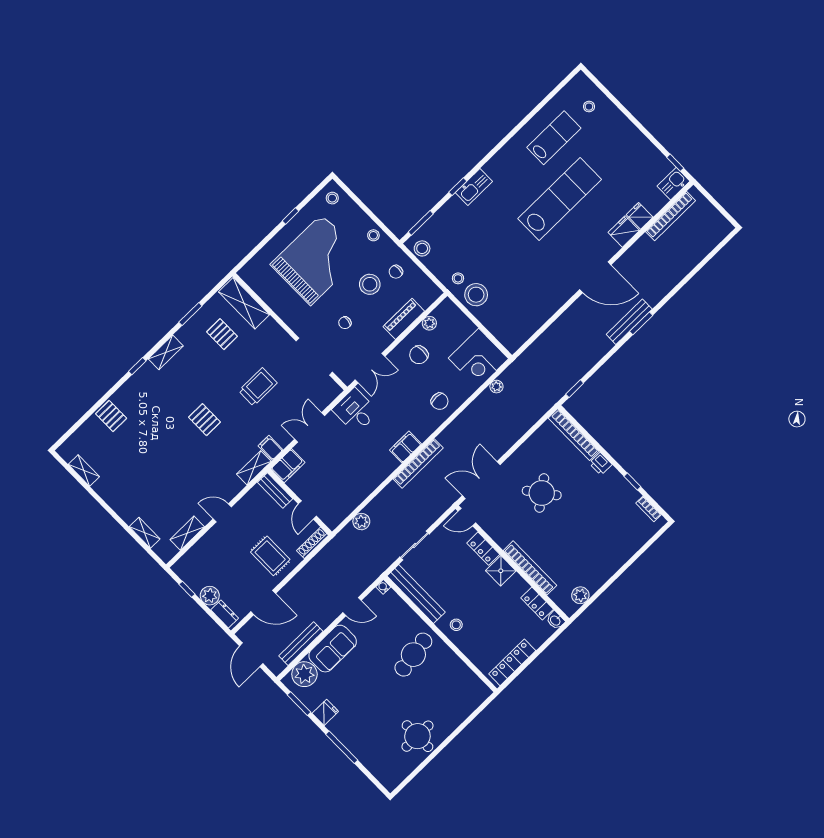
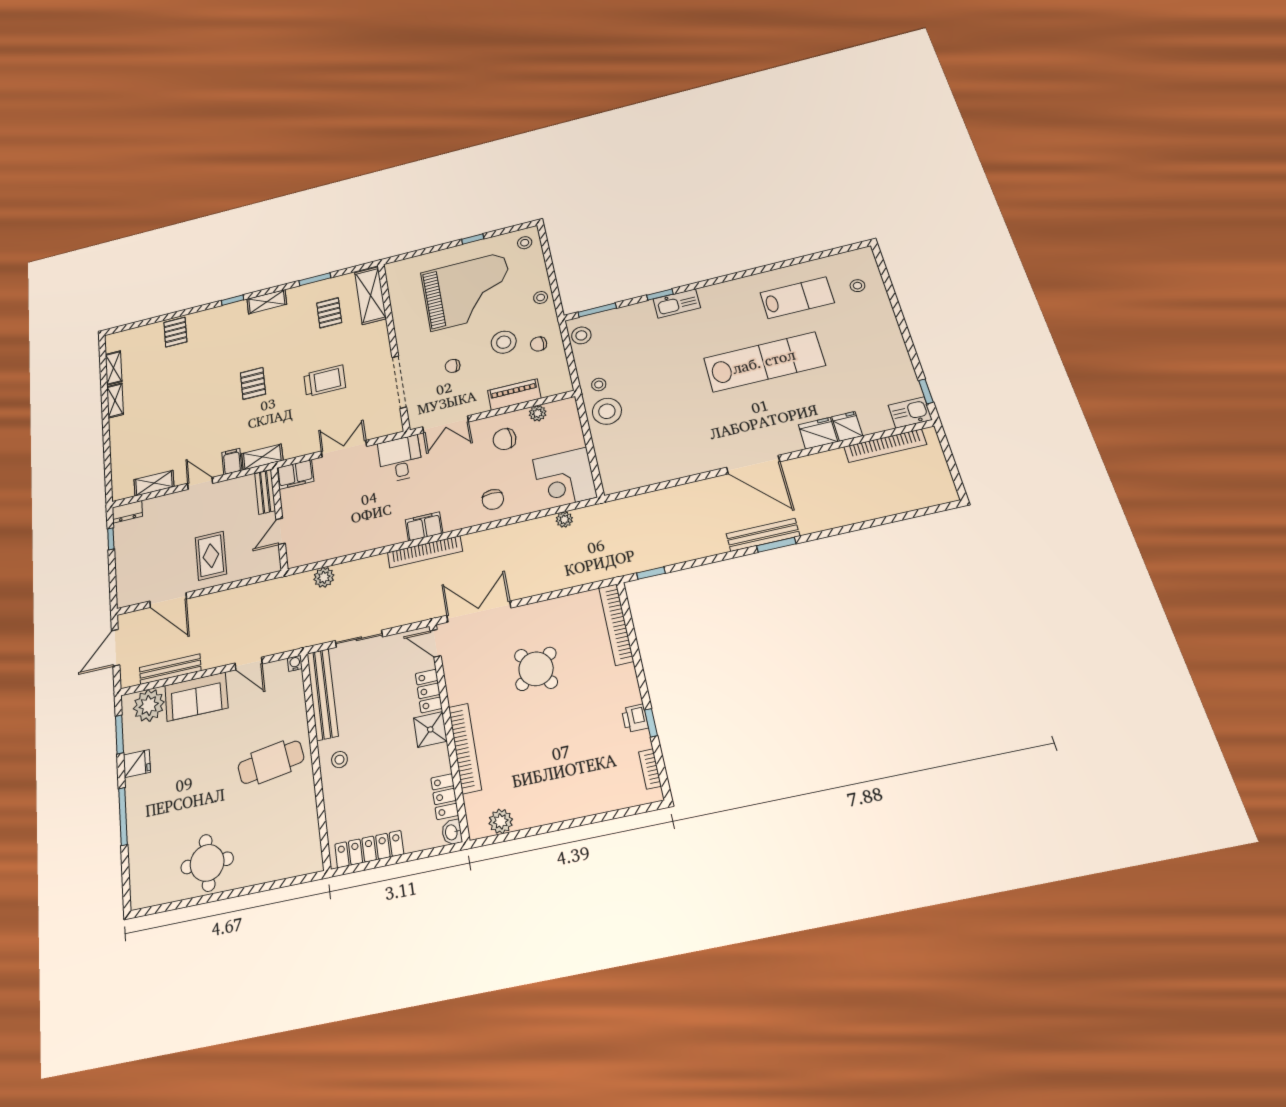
filing cabinet: (271, 448) -> (232, 461), moved
printer: (601, 464) -> (635, 718), moved
shelving: (145, 533) -> (115, 401), moved
shoe rack: (312, 543) -> (260, 569), removed
plant: (210, 596) -> (126, 559), removed
dresser: (225, 614) -> (127, 512), moved, turned 90

